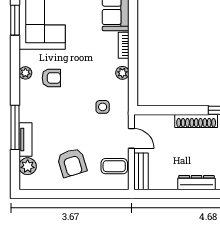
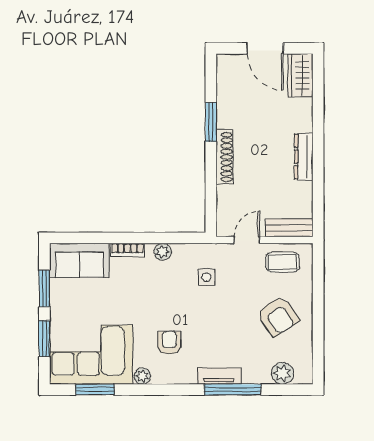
plant: (25, 73) -> (142, 376), moved
tv unit: (25, 139) -> (219, 376), moved
armchair: (72, 163) -> (278, 316), turned 73
coffee table: (114, 166) -> (282, 262), turned 90

